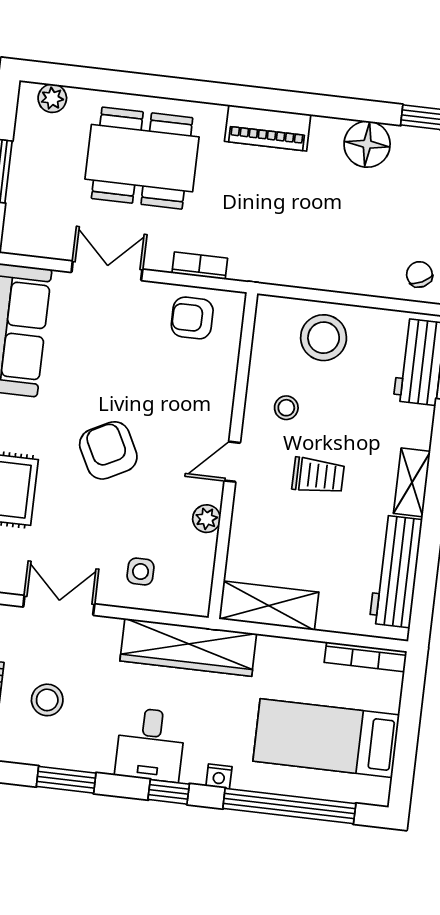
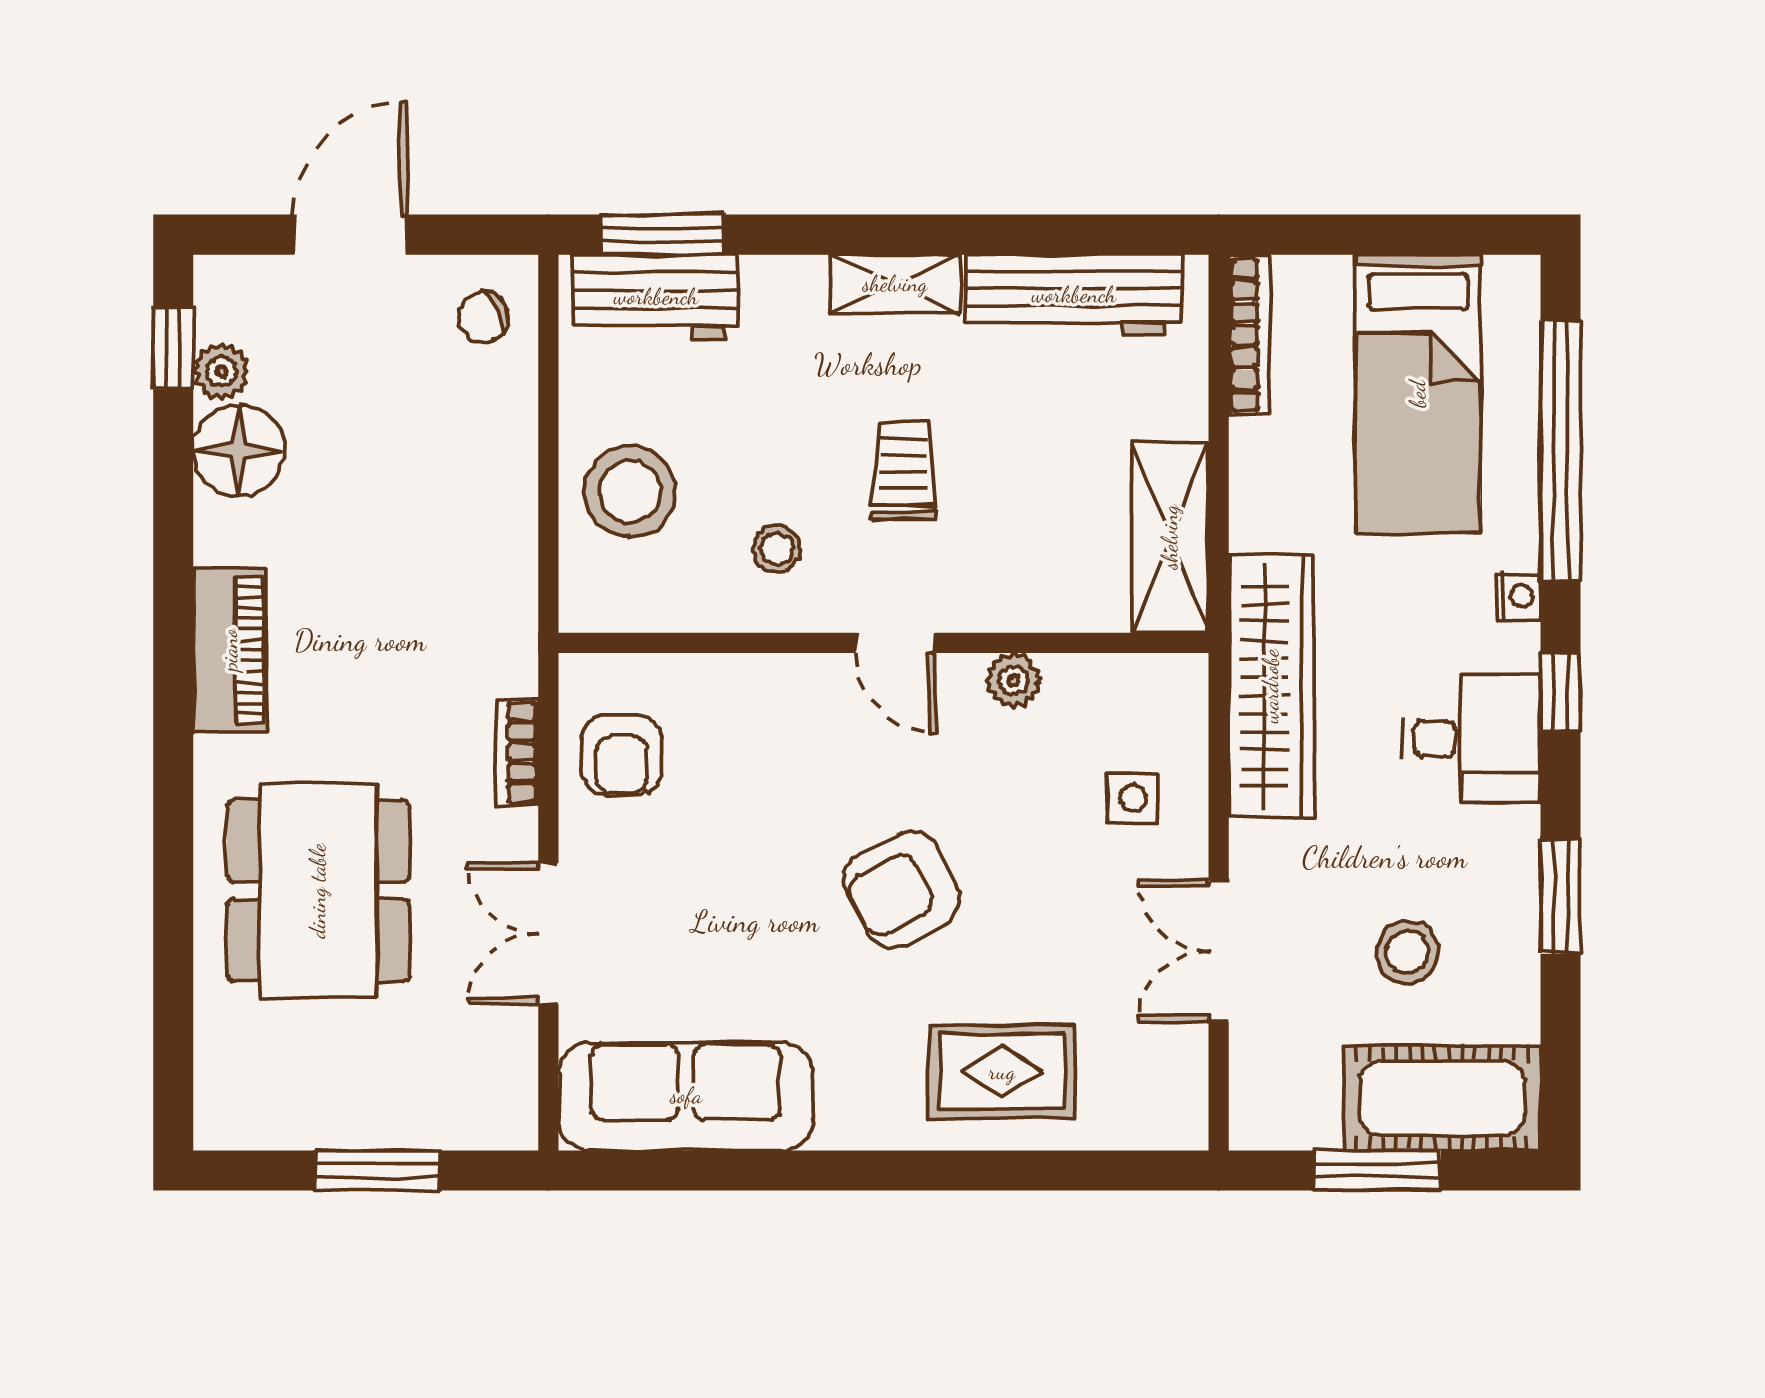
plant: (52, 98) -> (221, 371), moved

